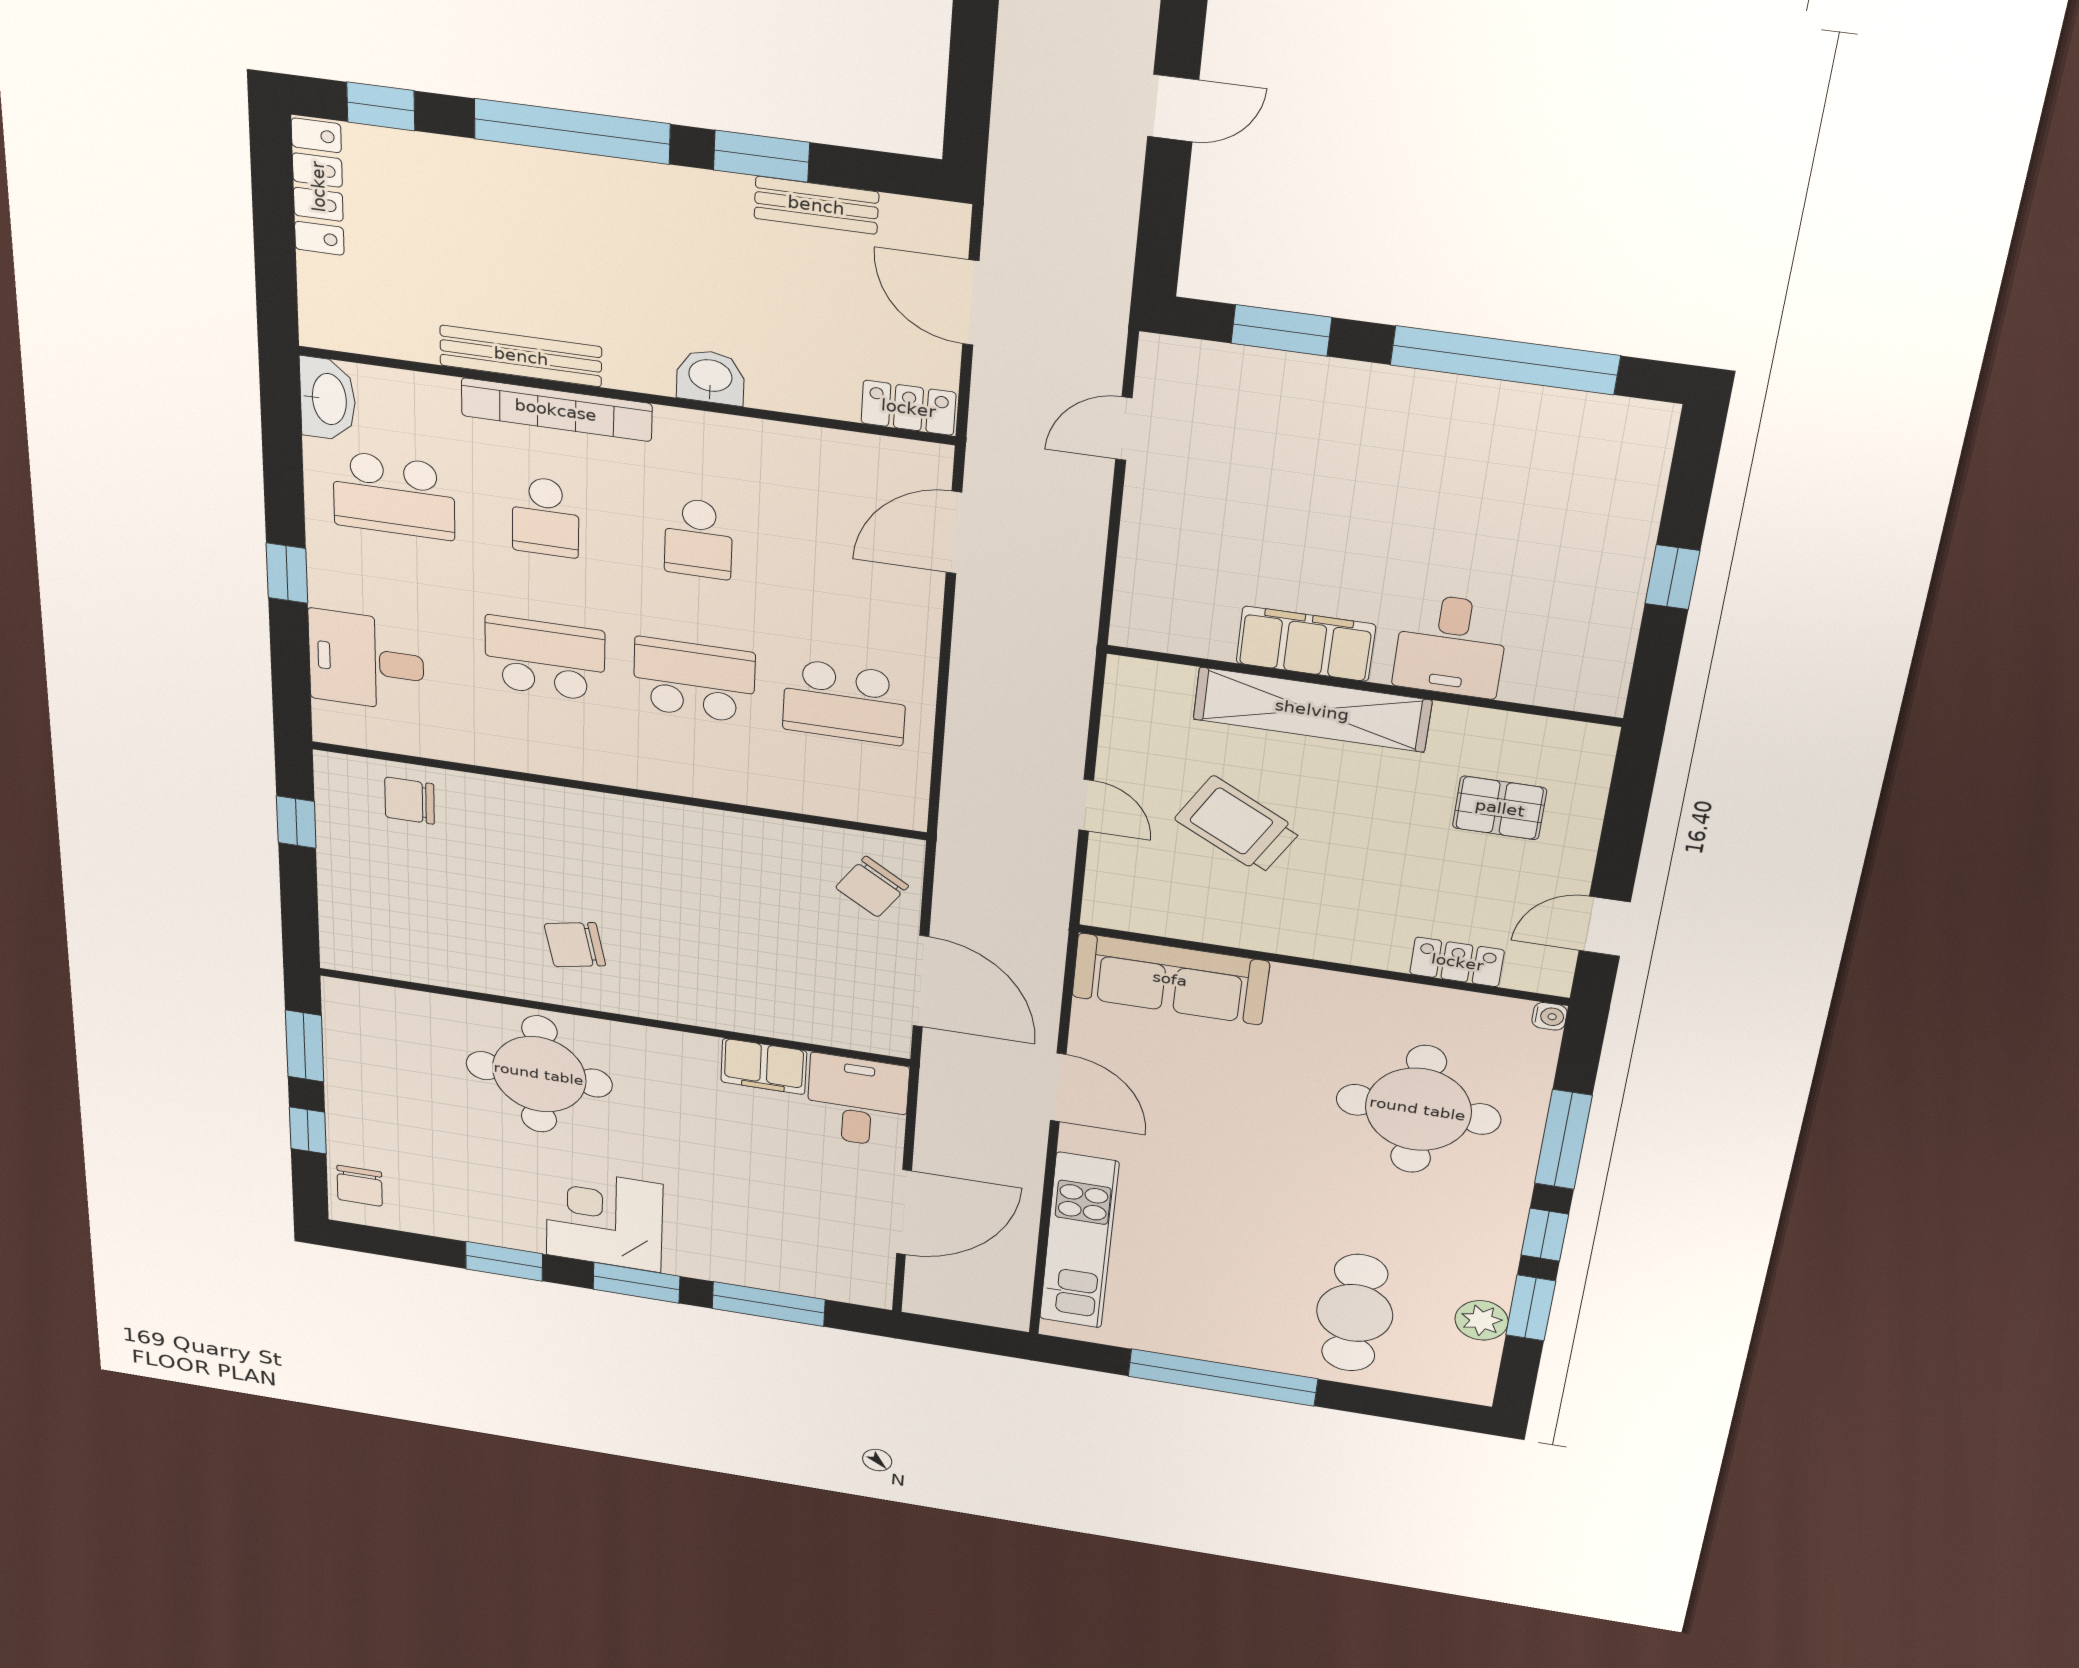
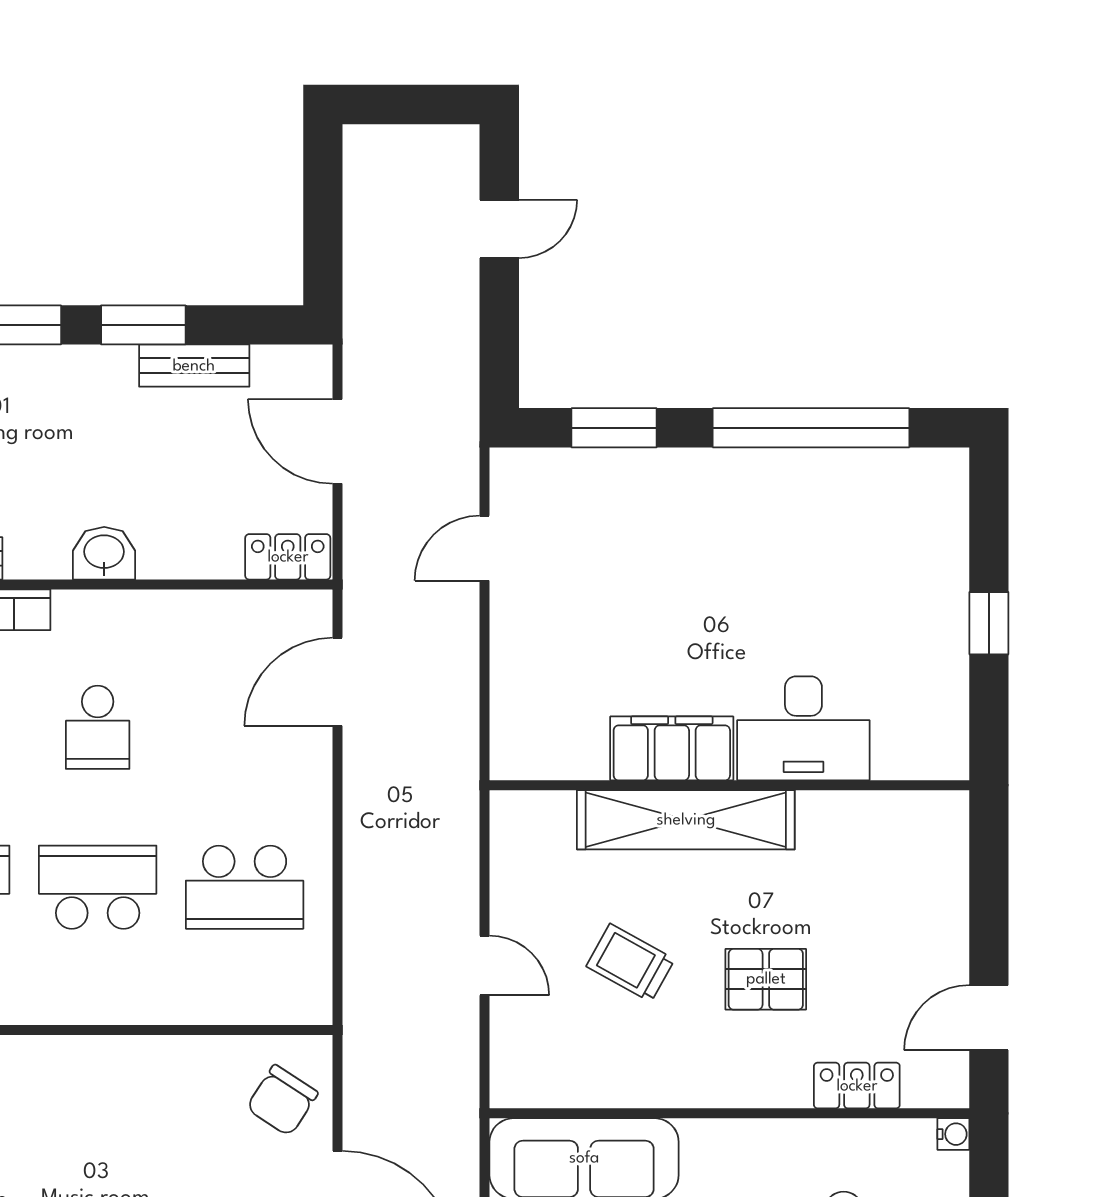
desk: (1451, 646) -> (803, 728), width x1.37
pallet: (1500, 808) -> (766, 979), moved
trolley: (1238, 825) -> (630, 963), width x0.73, depth x0.72

